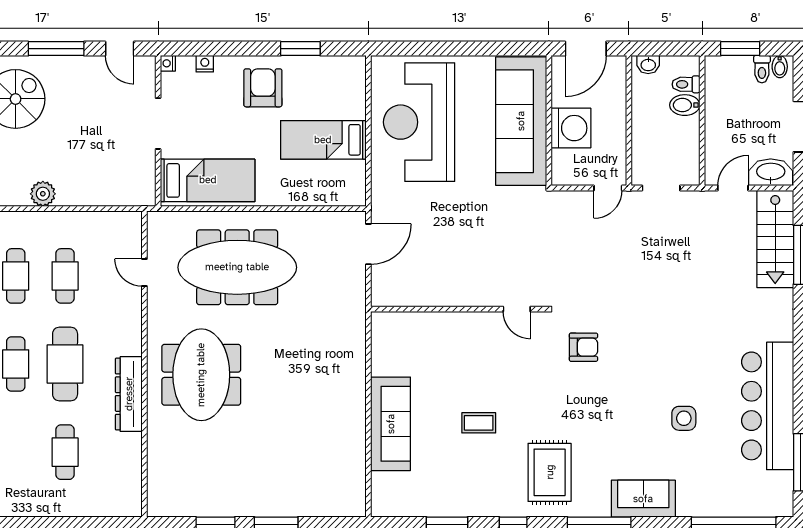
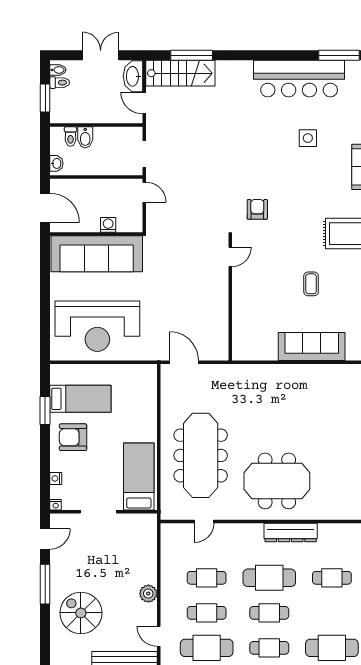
washing machine: (571, 128) -> (108, 225), width x0.53, depth x0.53
bed: (323, 140) -> (80, 399), moved, turned -90

